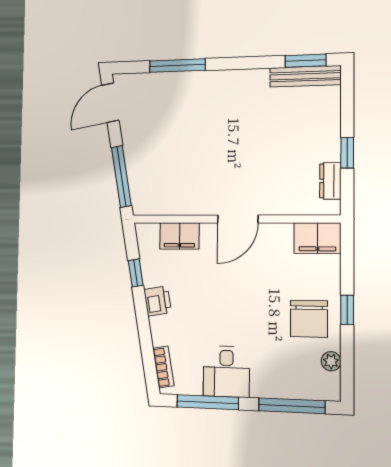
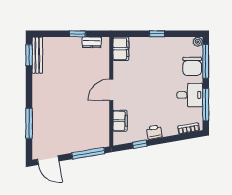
door: (238, 219) -> (111, 90), swing flipped
chair: (309, 319) -> (192, 66), moved, turned 90
plant: (331, 361) -> (198, 42), moved

